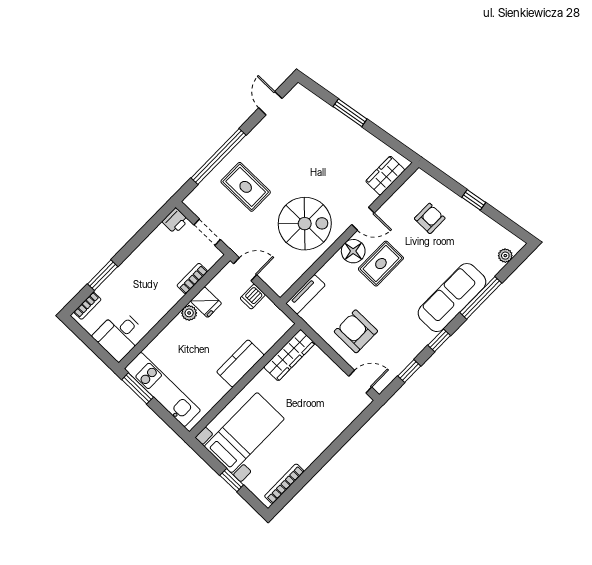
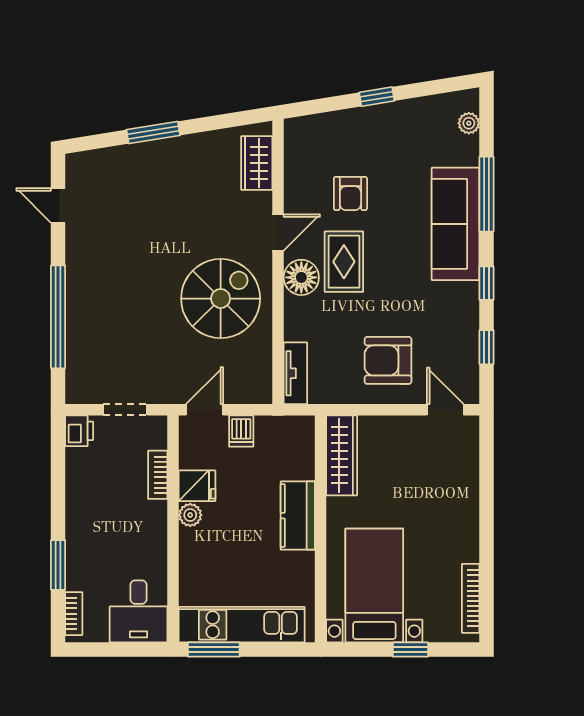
rug: (246, 187) -> (119, 321), removed
armchair: (430, 218) -> (350, 194), moved, turned 180
door: (360, 382) -> (445, 410), hinge flipped

